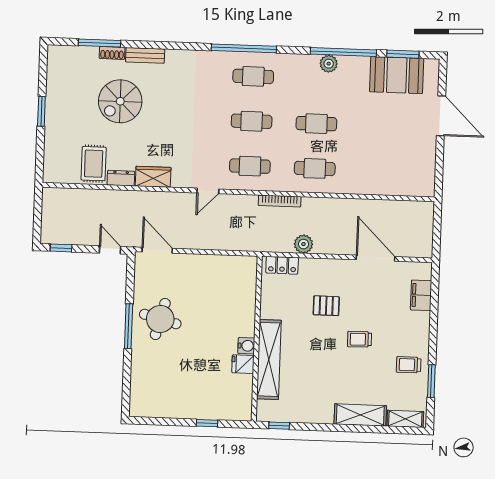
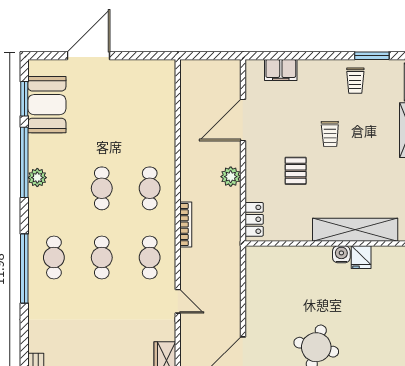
plant: (304, 244) -> (231, 177), moved

